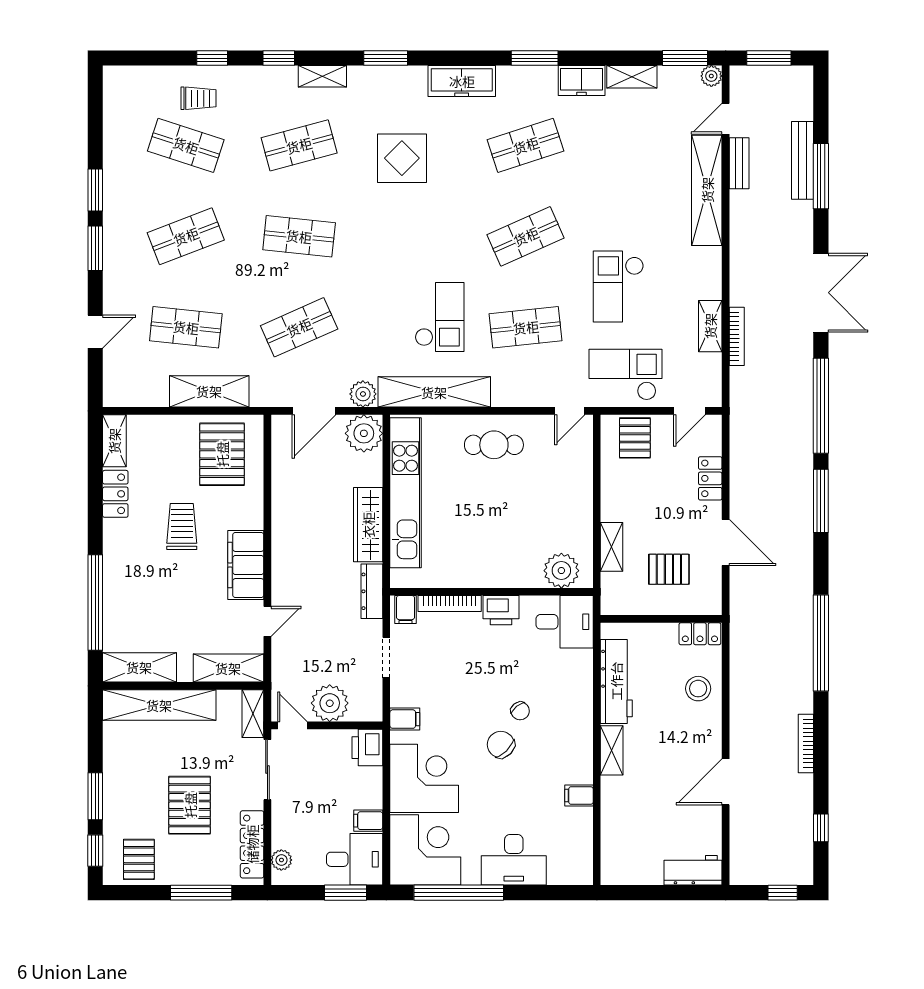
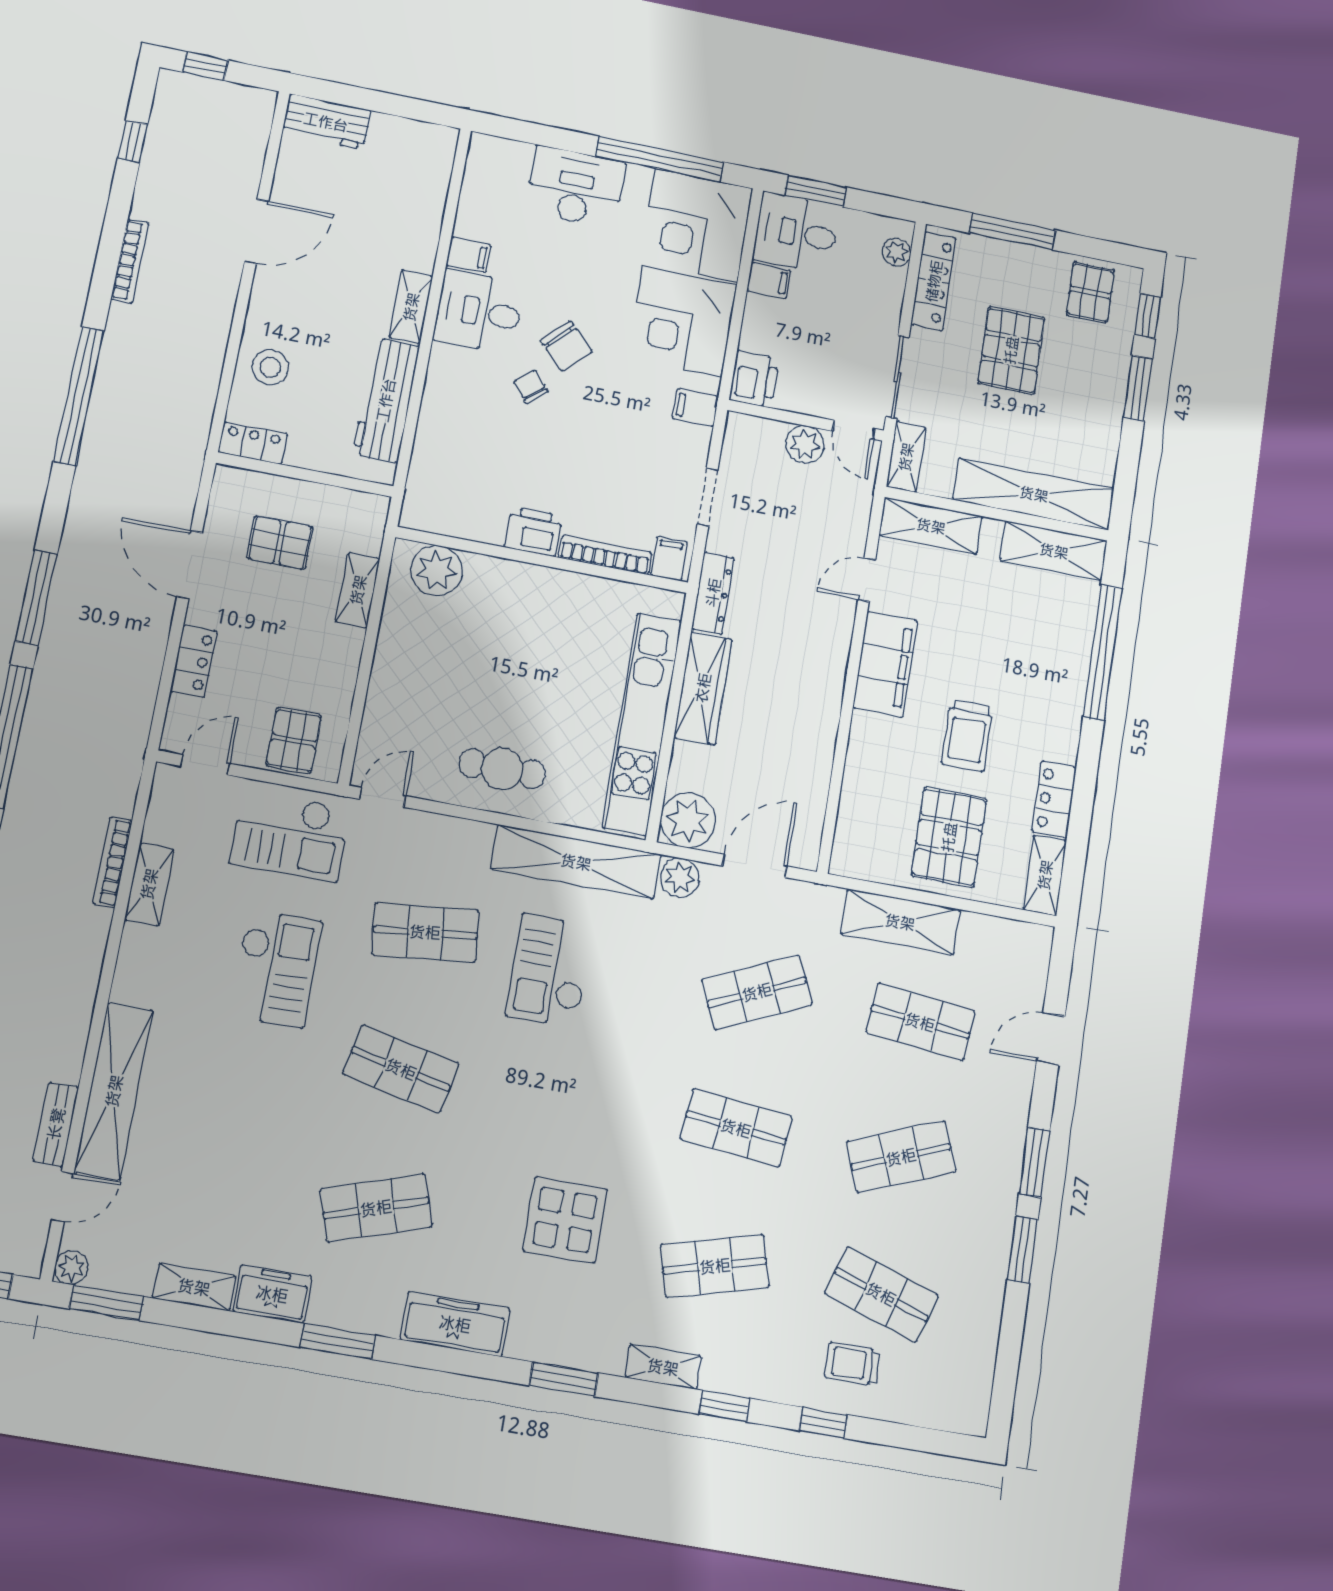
shop shelf: (526, 236) -> (401, 1069), turned 36
pallet: (222, 454) -> (949, 837), moved
desk: (565, 622) -> (479, 312), moved
plant: (330, 703) -> (805, 444), width x0.73, depth x0.73

